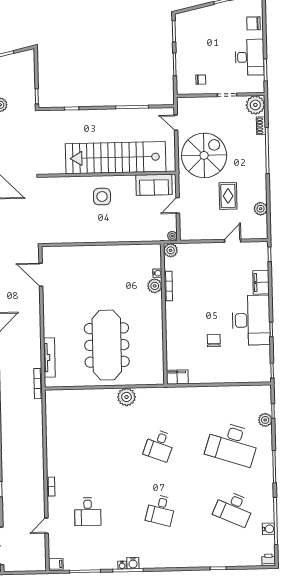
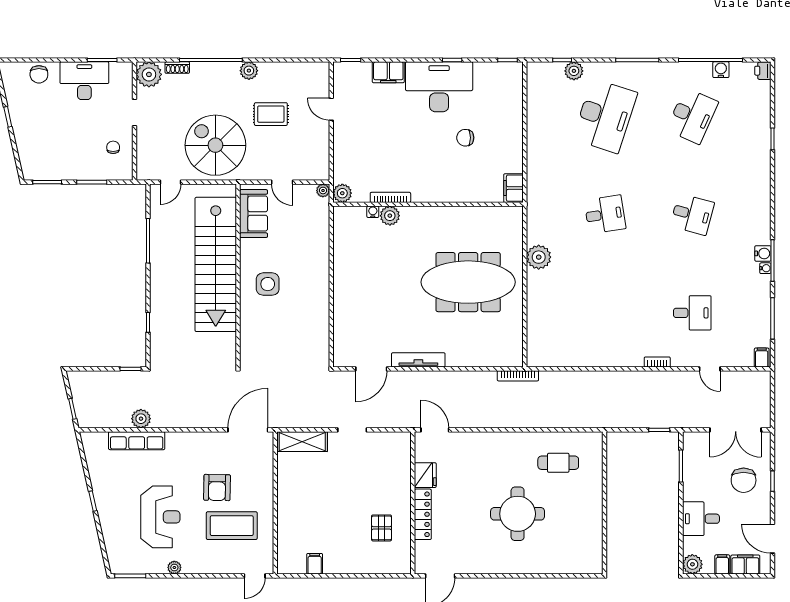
plant: (261, 209) -> (249, 71), moved
tv unit: (49, 358) -> (418, 360), moved
desk: (159, 445) -> (605, 214), turned -30

